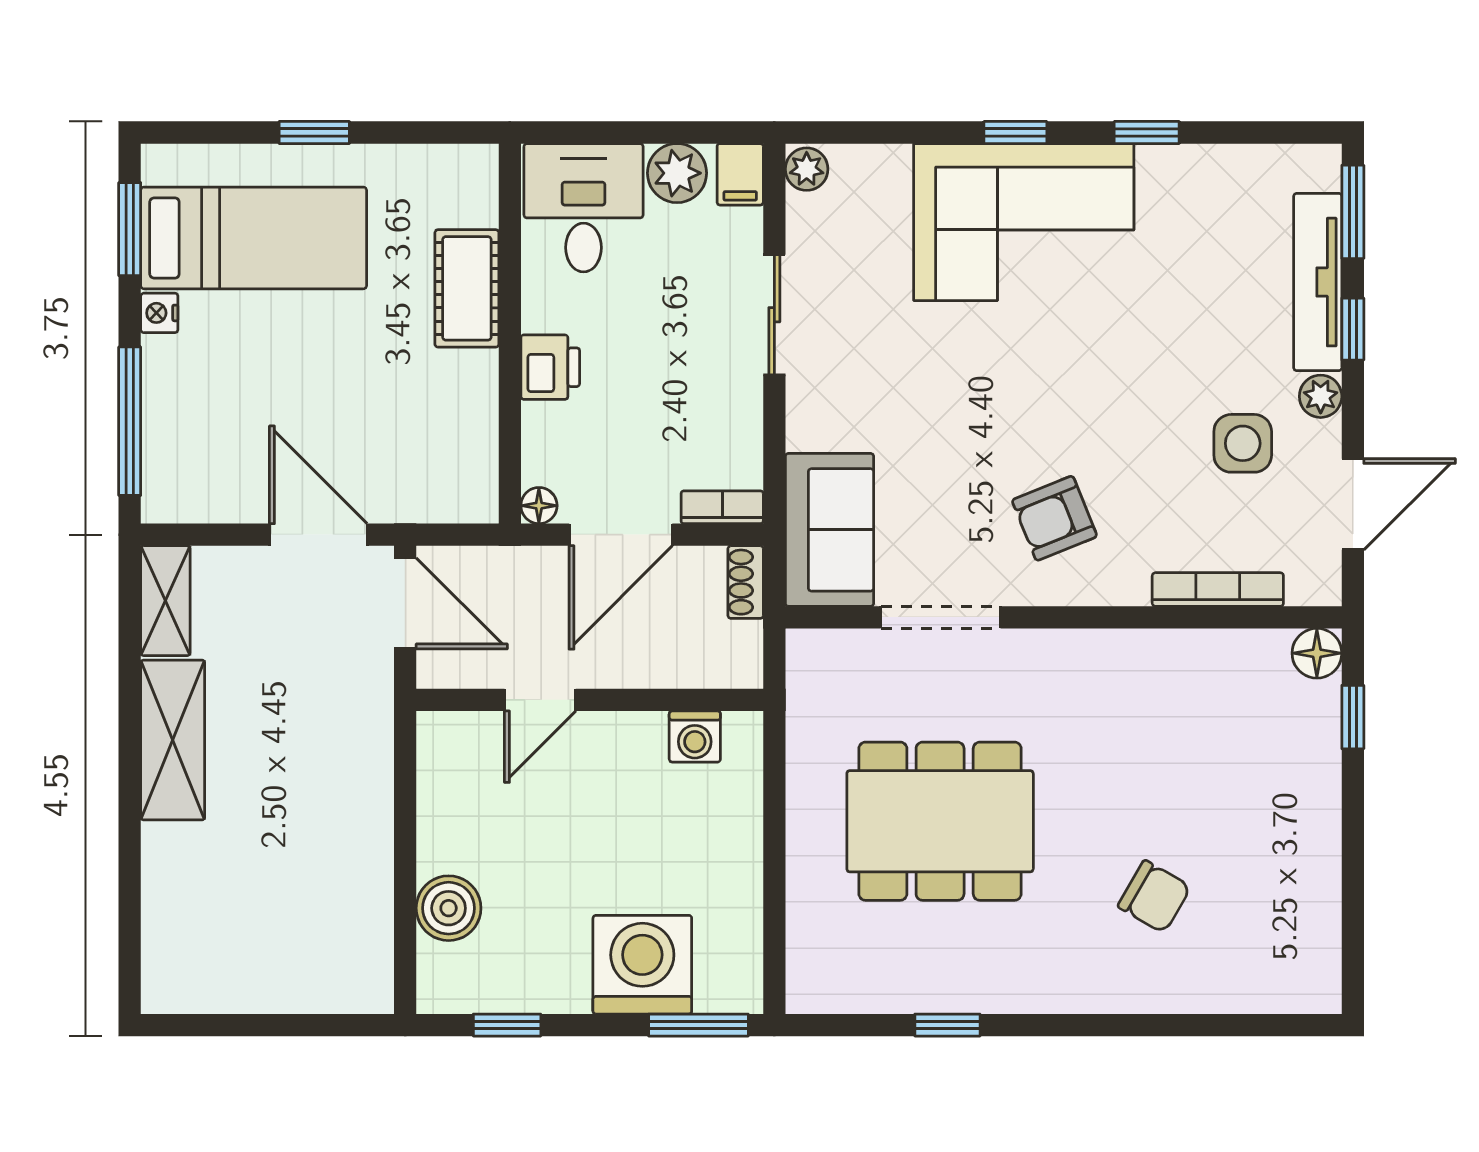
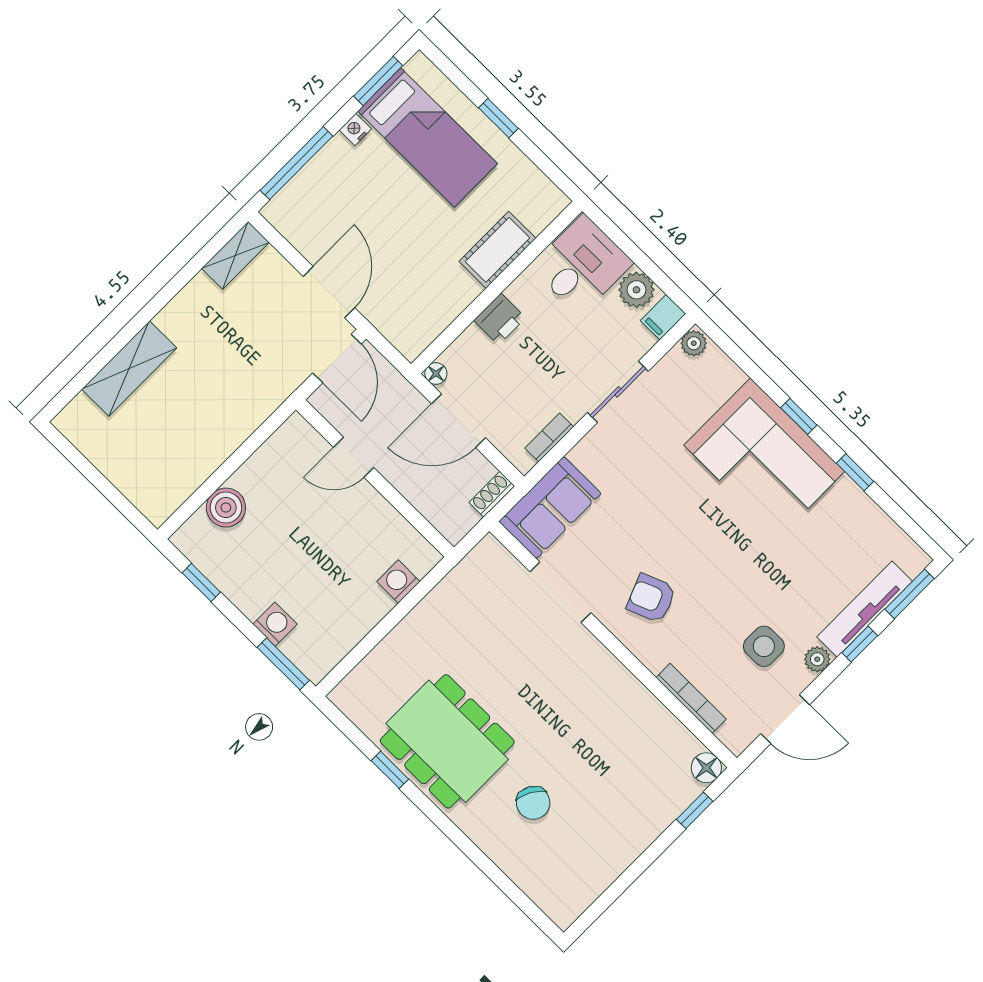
bookcase: (722, 507) -> (549, 438), moved, turned -90
washing machine: (695, 737) -> (398, 582), moved, turned 90
shelving: (173, 740) -> (129, 369), moved
dining table: (940, 821) -> (447, 741), moved
washing machine: (642, 965) -> (275, 624), width x0.53, depth x0.53

